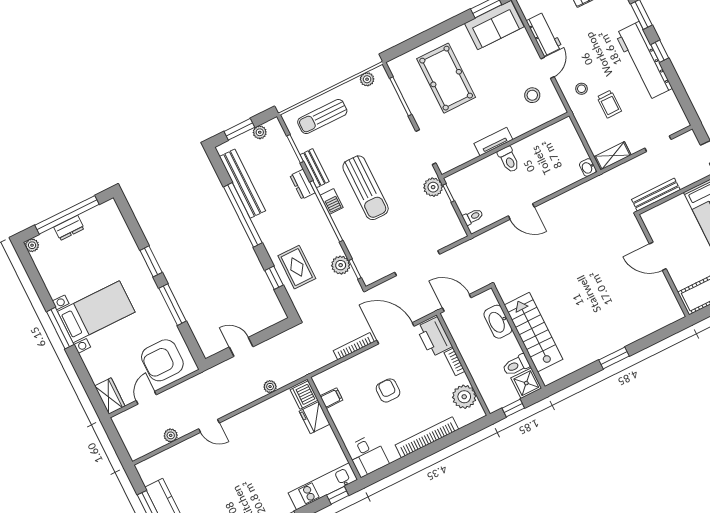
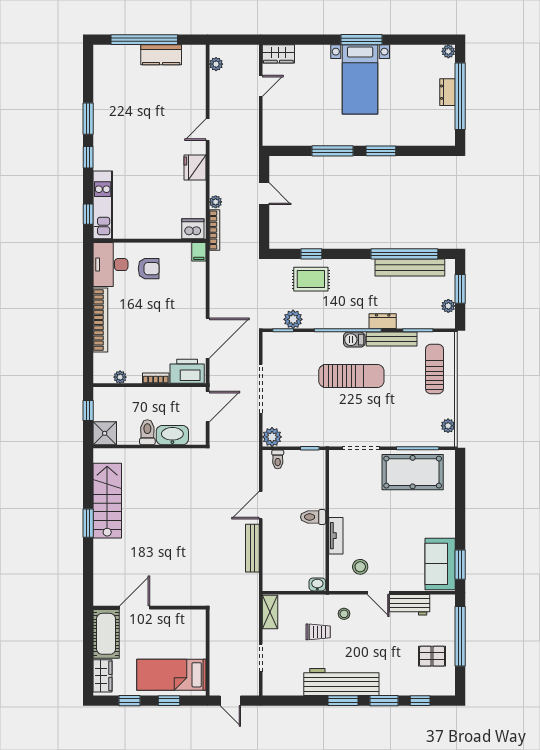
window: (660, 51) -> (343, 701), width x1.50
pool table: (446, 78) -> (413, 472), moved
trolley: (609, 104) -> (318, 632), turned 180
tv unit: (493, 142) -> (336, 536), moved
bench: (315, 168) -> (392, 339), width x1.36
washbasin: (588, 168) -> (317, 584), moved
plant: (433, 187) -> (272, 437), moved
sun lounger: (366, 188) -> (351, 376), turned 180
bench: (656, 195) -> (252, 548), moved
window: (243, 215) -> (404, 254), moved
door: (658, 256) -> (135, 608), moved
stairs: (533, 332) -> (107, 501), moved, turned -90
bookcase: (354, 346) -> (215, 230), moved
door: (241, 347) -> (264, 194), hinge flipped
armchair: (162, 360) -> (287, 117), removed
toilet: (516, 365) -> (147, 432), moved
armchair: (388, 390) -> (149, 269), moved
plant: (464, 397) -> (120, 377), width x0.53, depth x0.53
door: (146, 398) -> (261, 86), hinge flipped
filing cabinet: (331, 398) -> (199, 252), moved
fridge: (315, 418) -> (195, 168), moved, turned -90
plant: (171, 435) -> (216, 64), moved
desk: (367, 456) -> (110, 265), width x1.37

